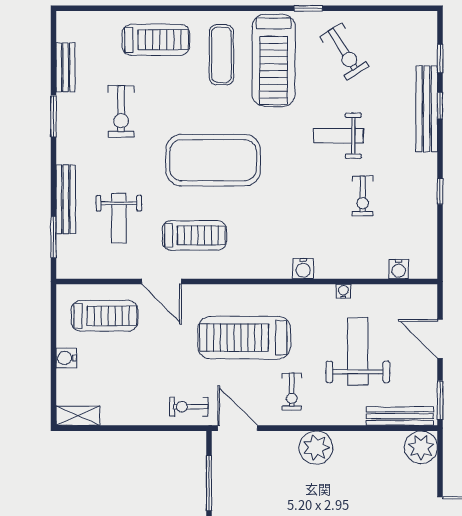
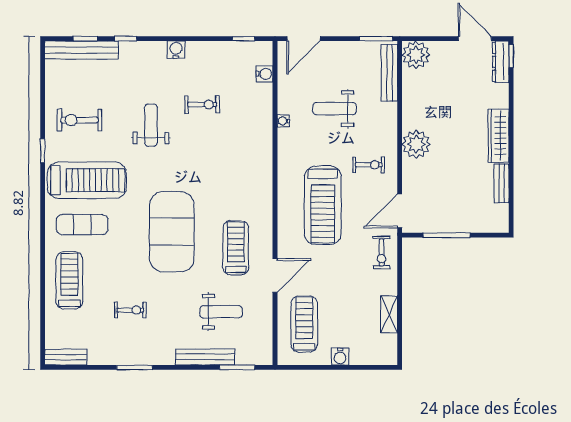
exercise bike: (344, 52) -> (79, 120), turned -148
bench: (66, 67) -> (66, 357), moved
bench: (427, 109) -> (81, 50), moved
exercise bike: (121, 111) -> (130, 310), width x0.73, depth x0.72
weight bench: (338, 136) -> (151, 125), turned 180
window: (440, 191) -> (244, 39), moved
water cooler: (303, 269) -> (176, 50), moved, turned -90
door: (440, 339) -> (303, 39), moved
weight bench: (358, 352) -> (335, 109), width x0.73, depth x0.75
shelving: (78, 416) -> (389, 314), moved

